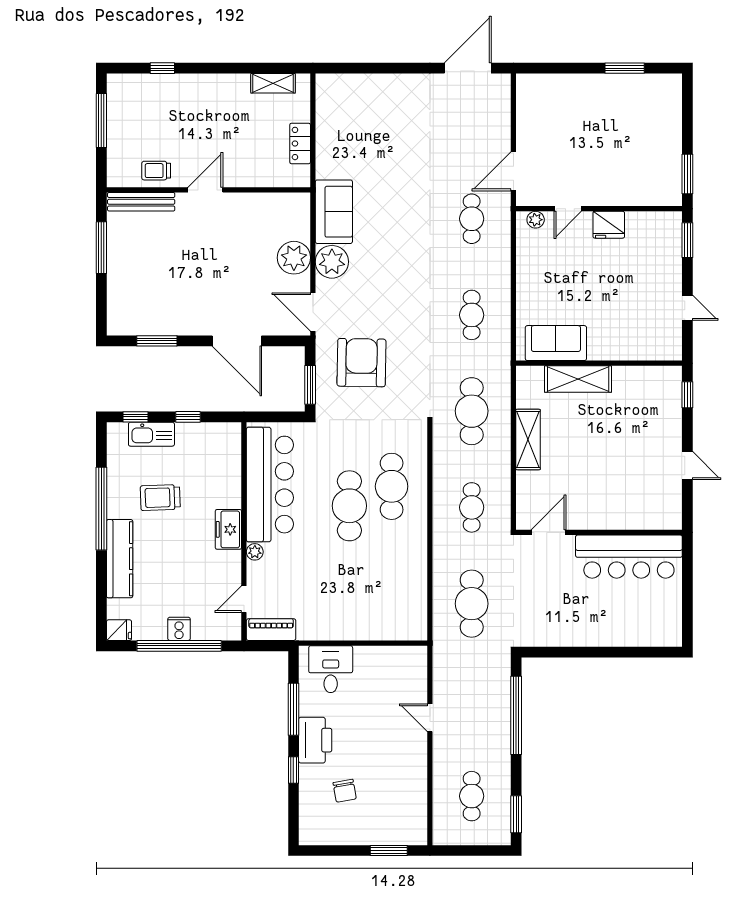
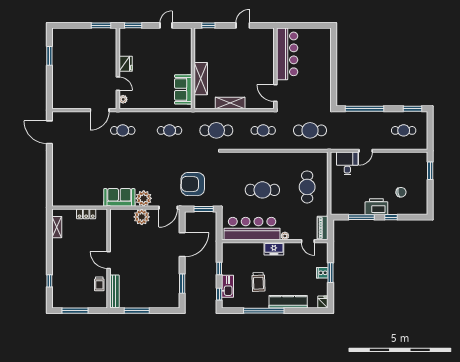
door: (513, 171) -> (100, 110), hinge flipped
cafe table: (392, 486) -> (307, 187), moved, turned 90
window: (179, 646) -> (331, 273), width x0.47
desk: (331, 669) -> (347, 163), moved, turned 90

